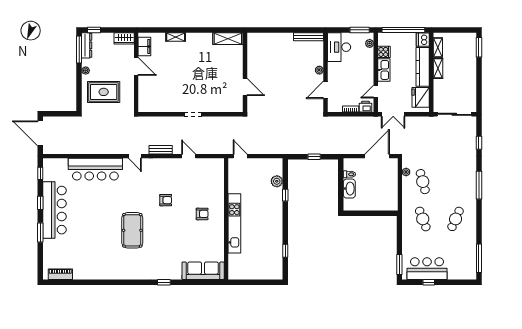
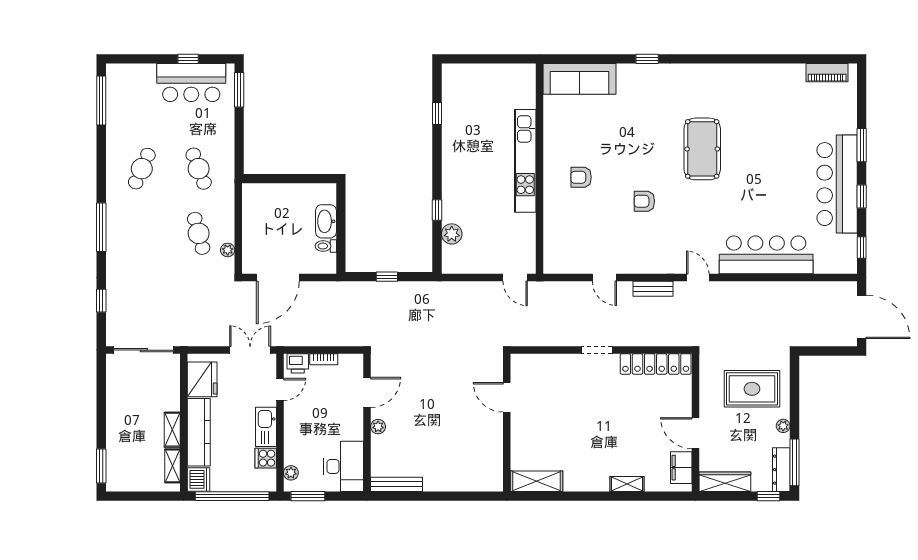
wardrobe: (124, 38) -> (725, 482), width x1.50
locker: (159, 106) -> (656, 364), added

